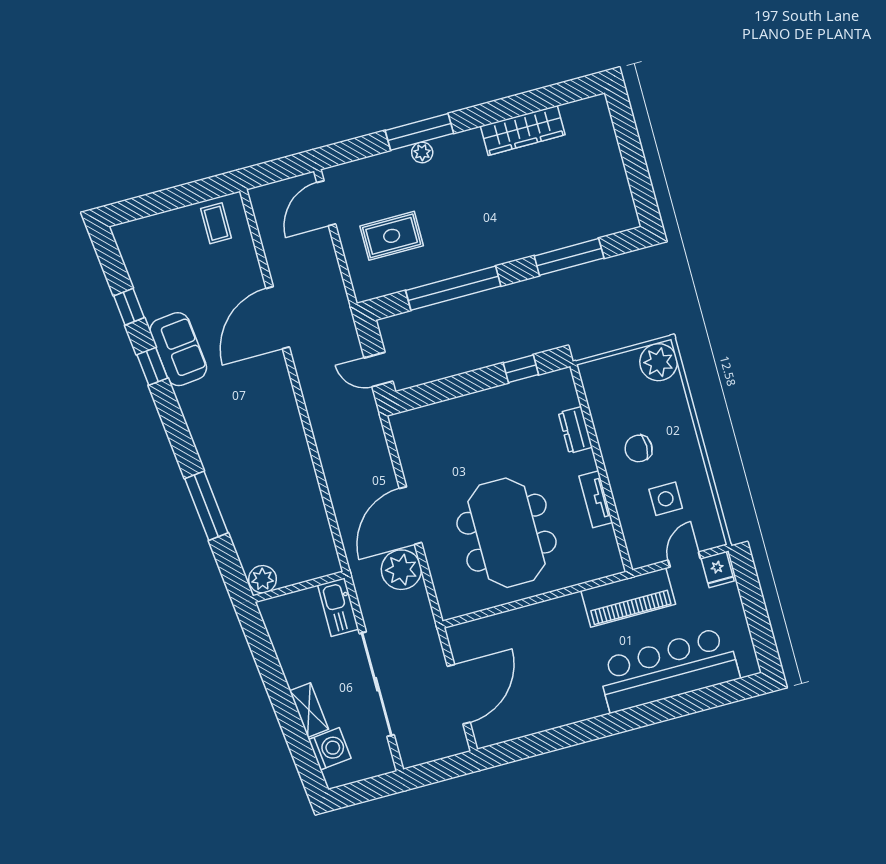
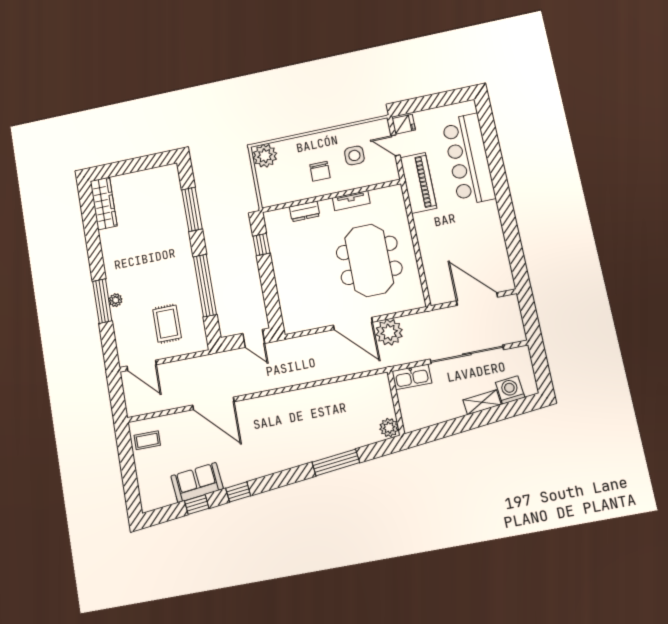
wardrobe: (523, 130) -> (104, 203), moved
sofa: (178, 349) -> (197, 482), moved
door: (379, 370) -> (254, 338), hinge flipped
meeting table: (506, 533) -> (369, 260), turned 90

